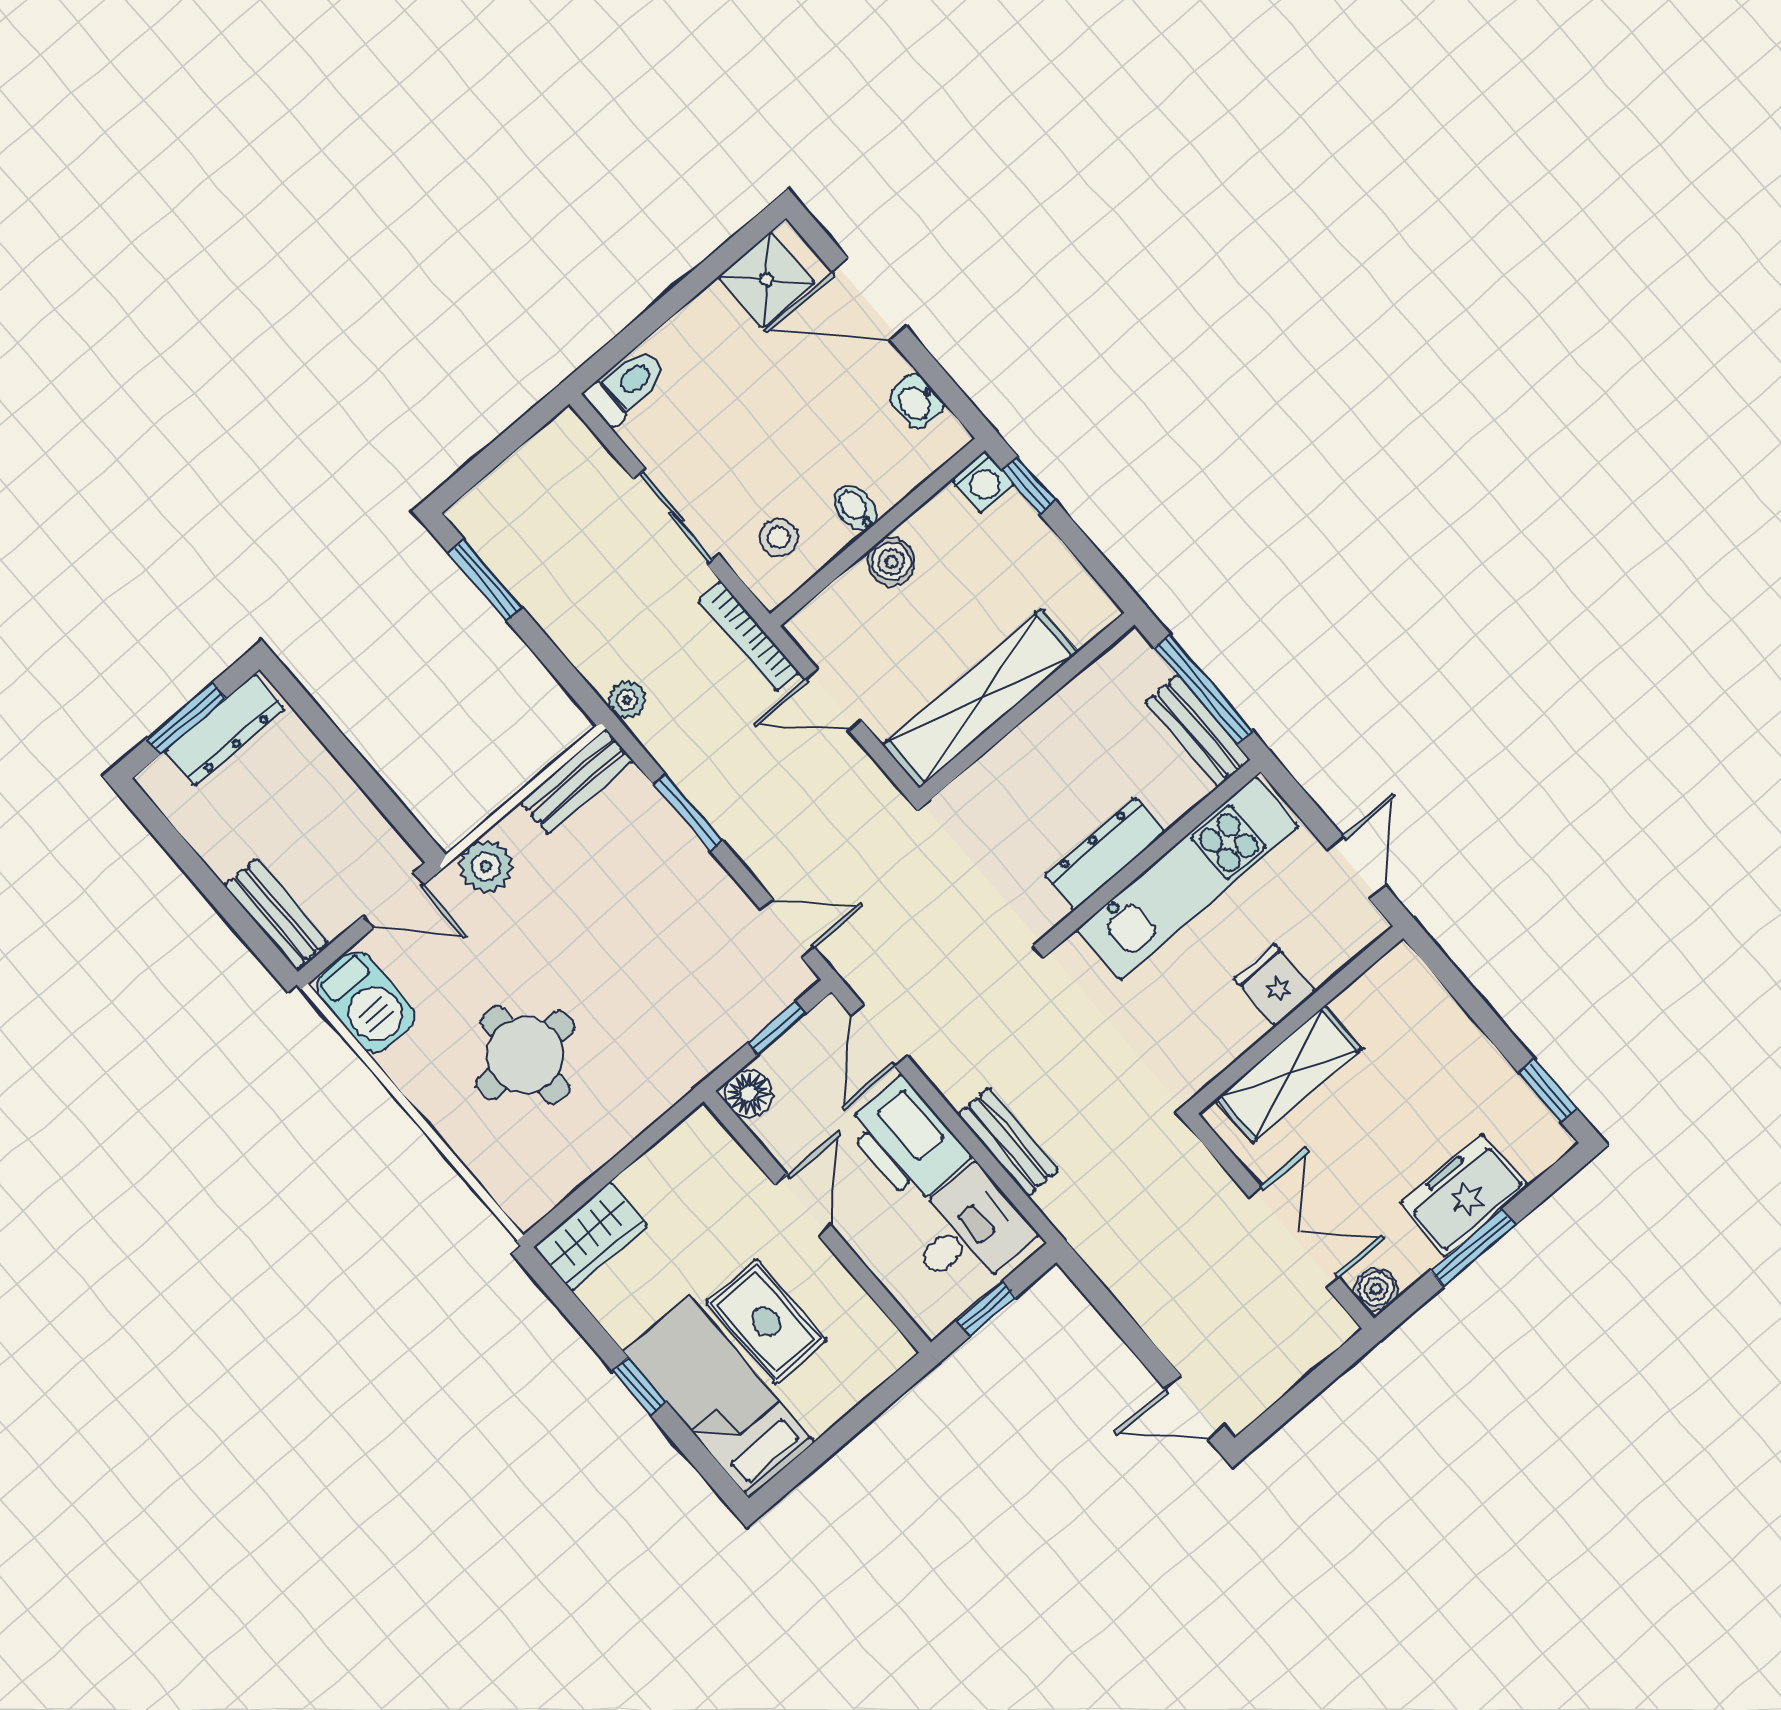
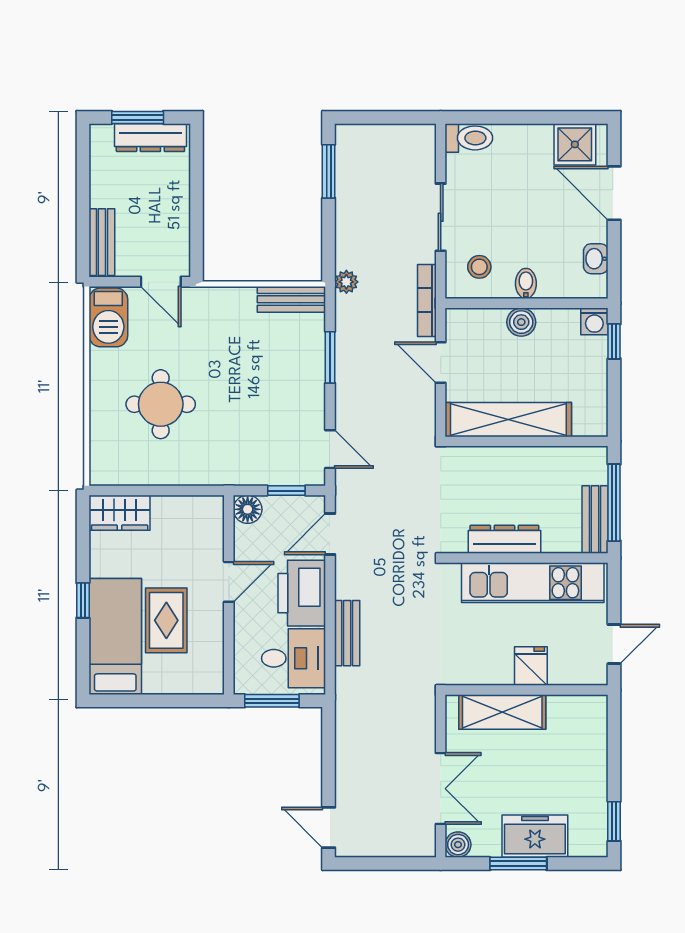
plant: (486, 866) -> (217, 303), removed
window: (986, 1309) -> (272, 701), width x1.50

